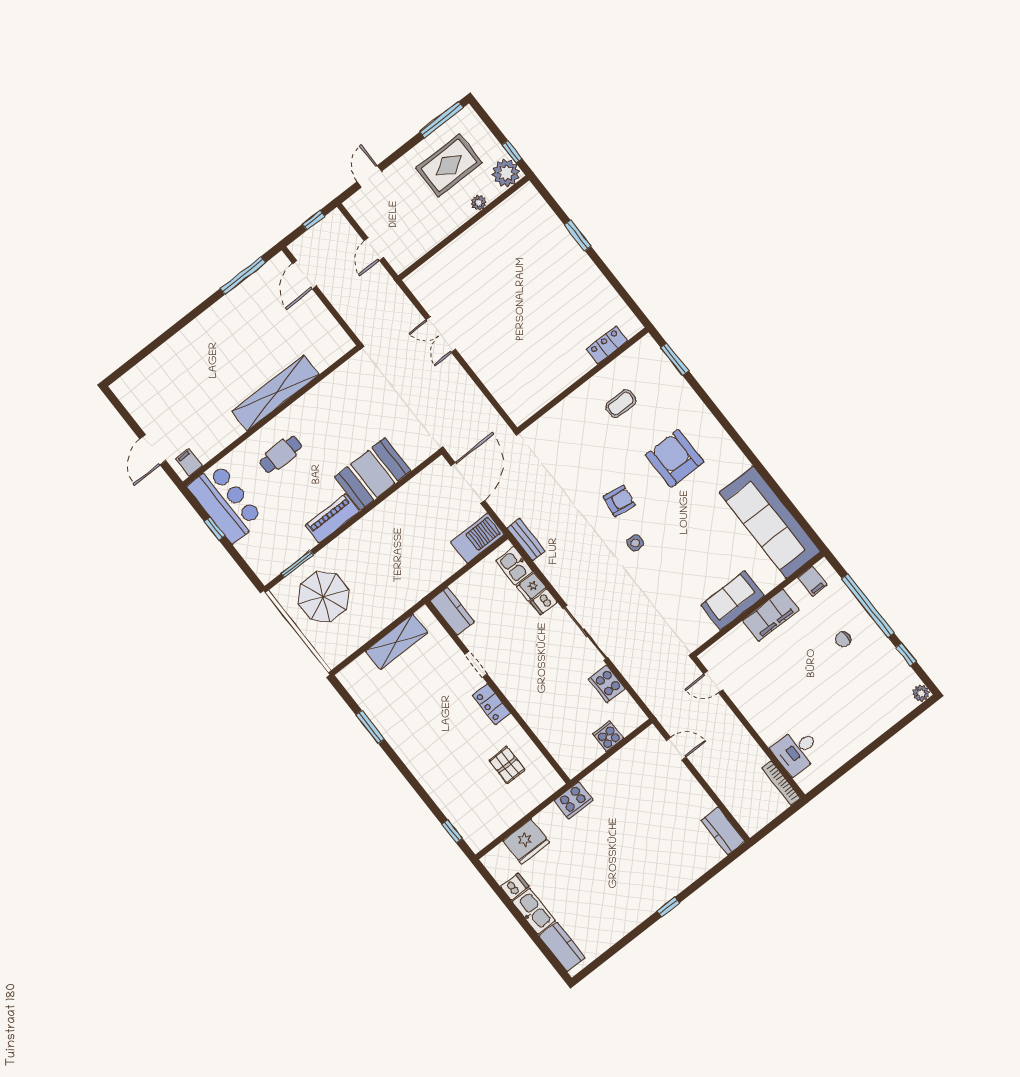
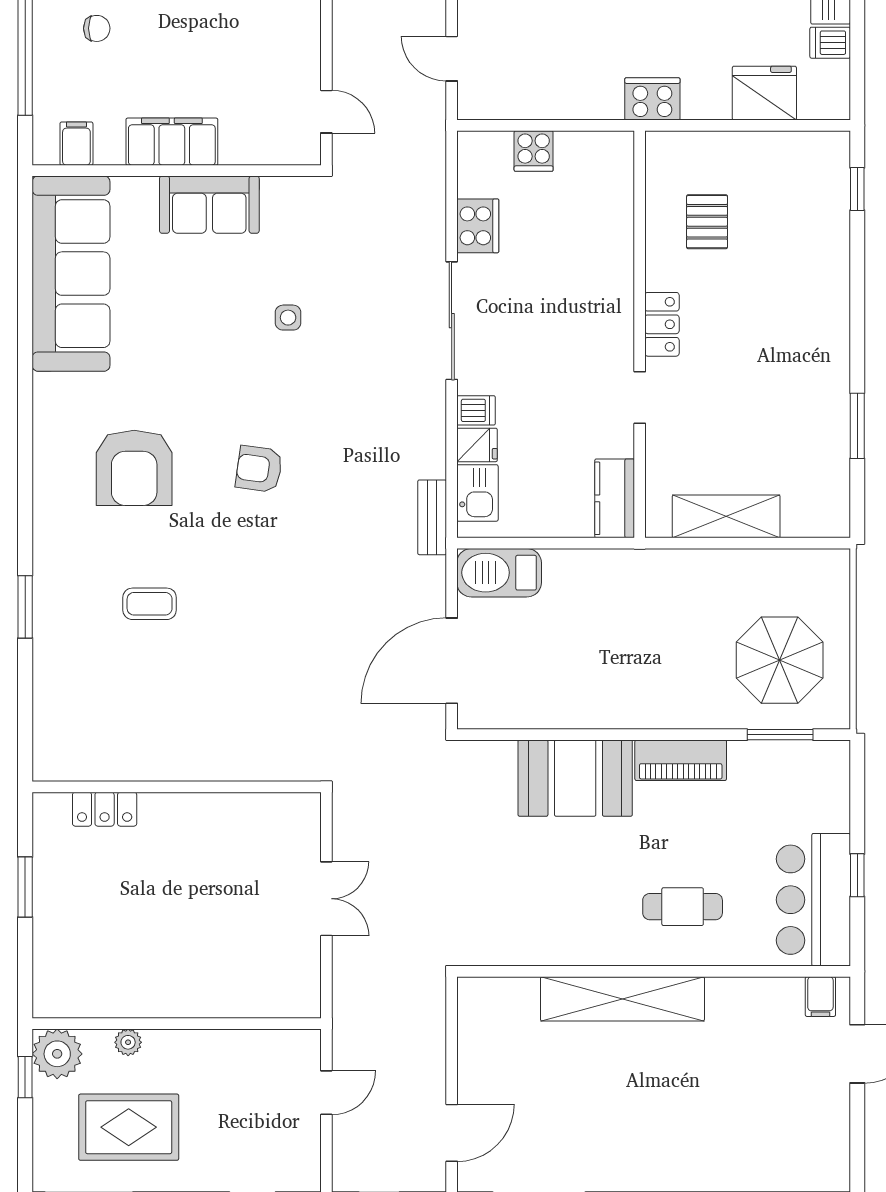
locker: (607, 345) -> (105, 809), moved
wall: (583, 380) -> (177, 787), moved
side table: (635, 543) -> (288, 318), moved

